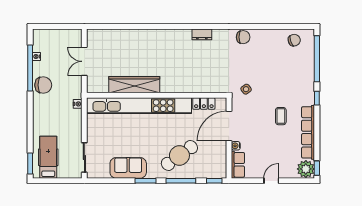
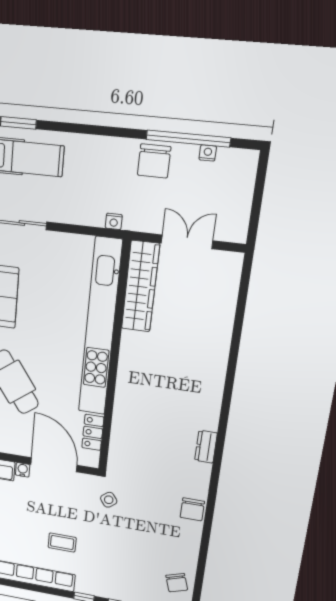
wardrobe: (134, 85) -> (140, 286), moved

